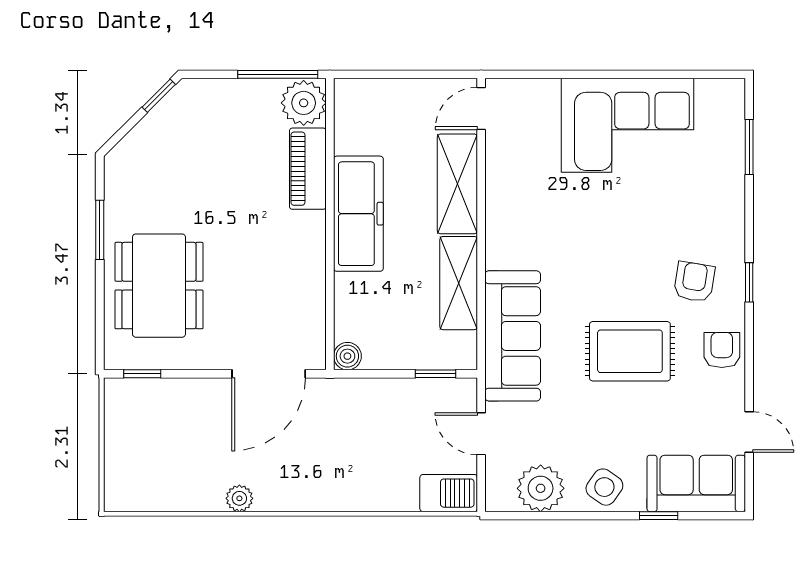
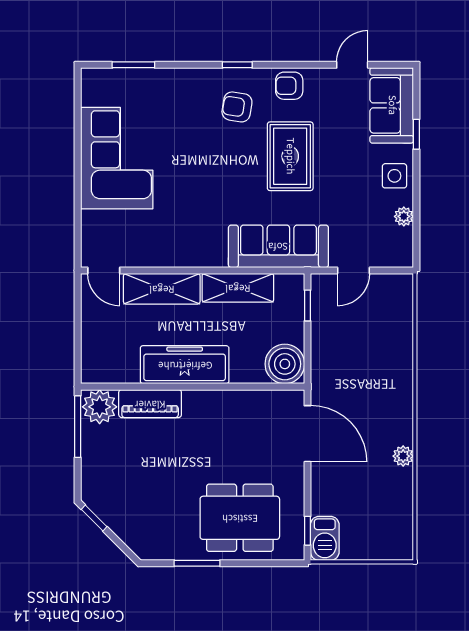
boiler: (347, 356) -> (285, 364), width x1.86, depth x1.86
side table: (604, 487) -> (394, 176), turned -35
plant: (541, 488) -> (404, 216), width x0.53, depth x0.53
barbecue: (449, 493) -> (325, 538), moved, turned 180

